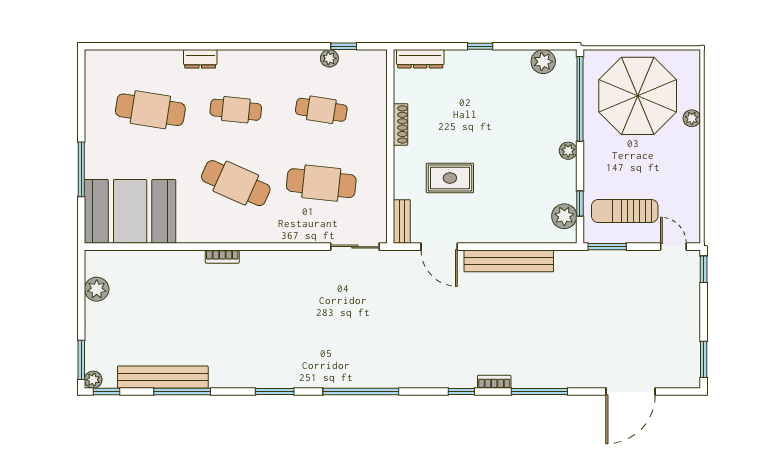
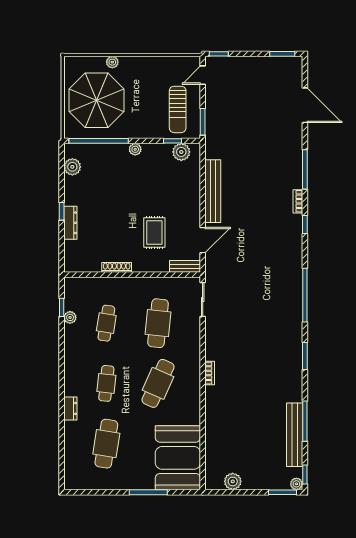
dresser: (420, 59) -> (70, 223), moved
bookcase: (222, 257) -> (210, 373), moved

